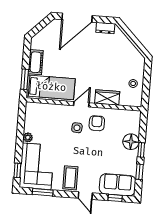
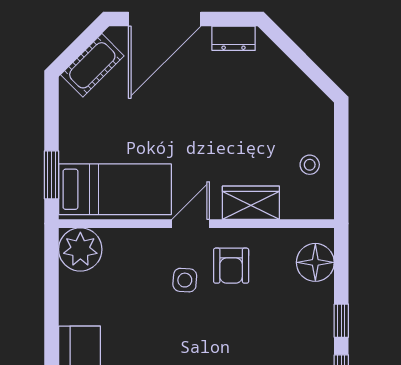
cot: (36, 62) -> (92, 65), moved, turned 45
armchair: (97, 123) -> (231, 266), turned 180
plant: (28, 137) -> (80, 249), moved, width x1.87, depth x1.87
floor lamp: (131, 142) -> (315, 262), moved

